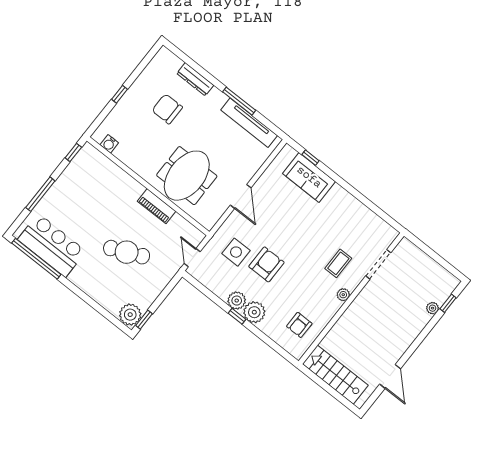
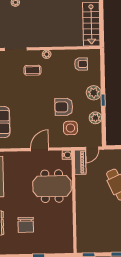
water cooler: (109, 144) -> (67, 155), moved
piano: (157, 206) -> (80, 162), moved
plant: (237, 301) -> (95, 118), moved

